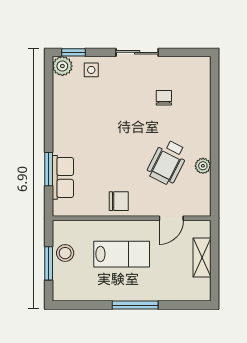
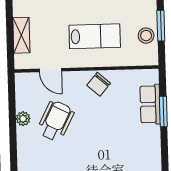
chair: (119, 201) -> (99, 84), turned -49
door: (171, 218) -> (50, 70), swing flipped
lab bench: (122, 254) -> (95, 36), turned 180

